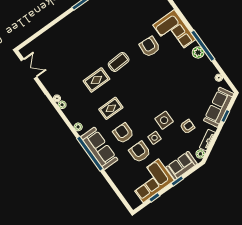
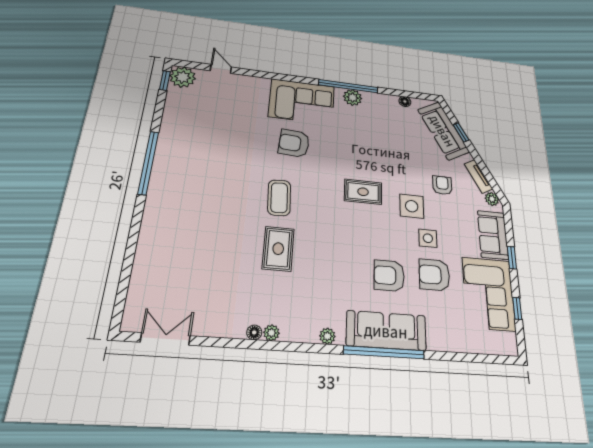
rug: (111, 108) -> (363, 192), moved, turned 90

